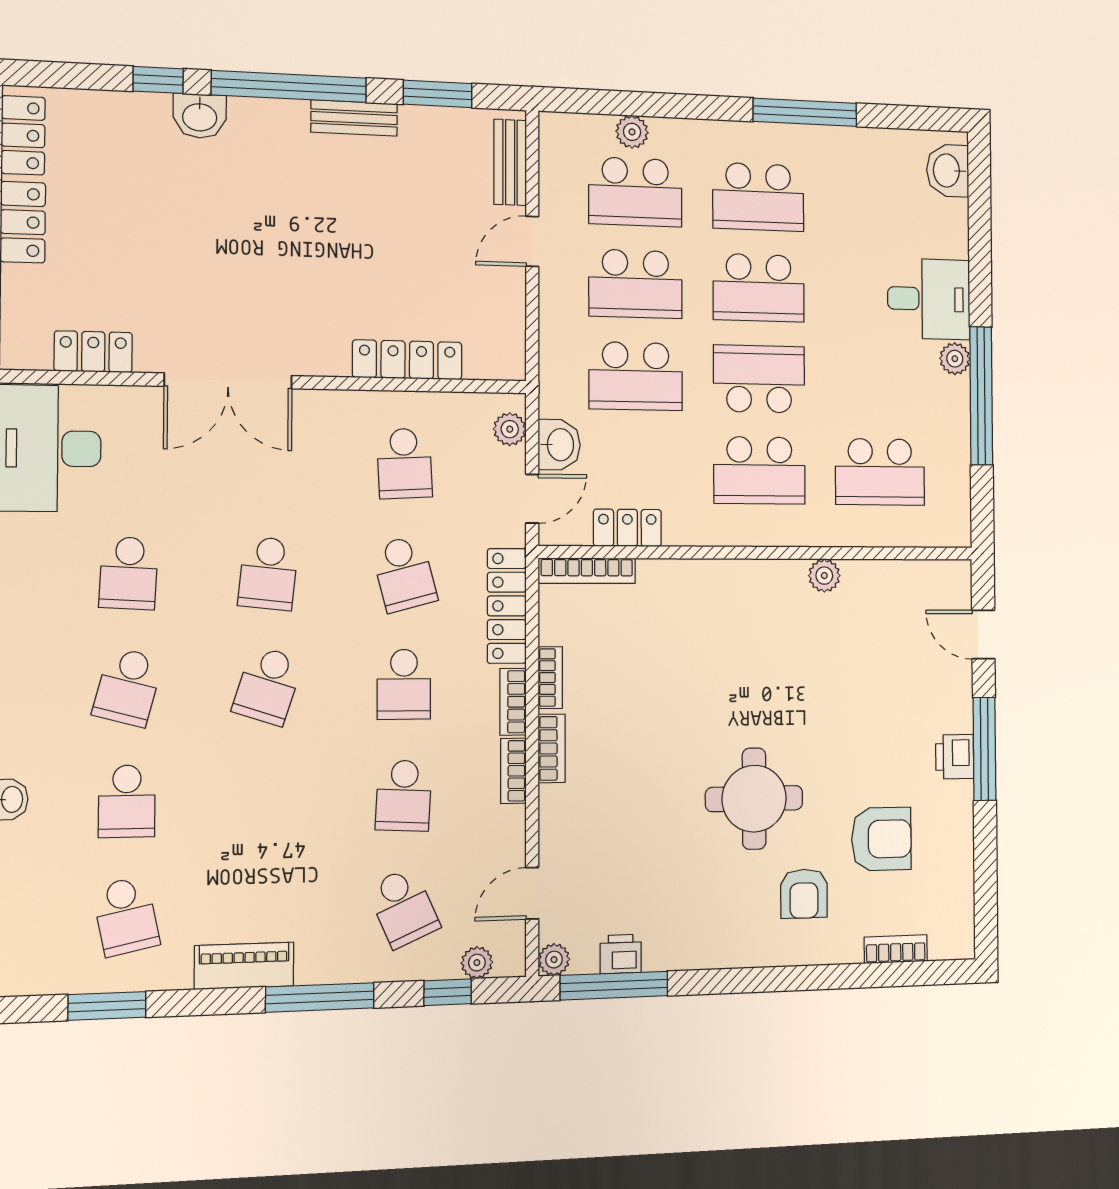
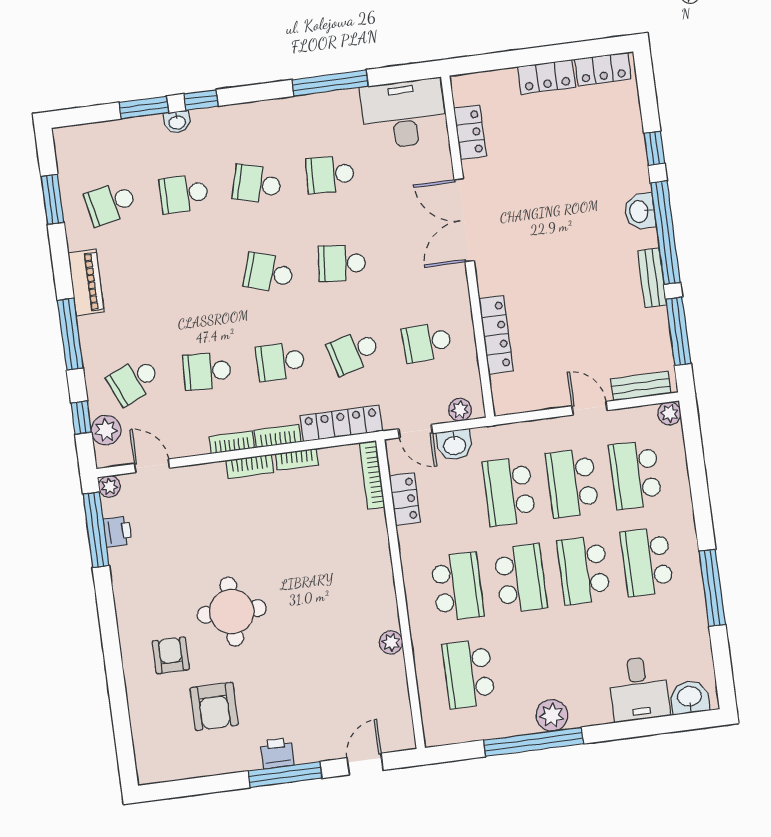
window: (438, 94) -> (678, 331), width x1.44
washbasin: (200, 116) -> (640, 211), moved
plant: (632, 132) -> (669, 413), moved
desk: (929, 299) -> (639, 689), moved
plant: (955, 359) -> (552, 715), width x1.38, depth x1.38
school desk: (759, 470) -> (457, 587), turned 180
armchair: (804, 894) -> (171, 655), turned 90
bookcase: (896, 949) -> (139, 726), removed
plant: (477, 963) -> (106, 430), width x1.38, depth x1.38

